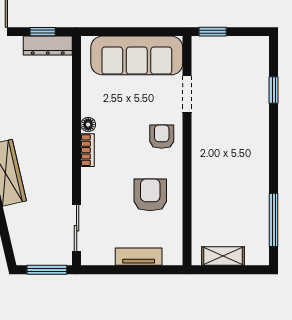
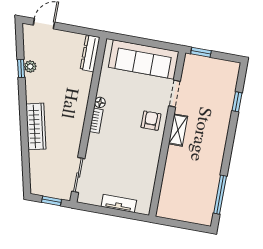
window: (43, 32) -> (79, 30), removed
dresser: (48, 46) -> (90, 53), moved, turned 90
armchair: (150, 195) -> (135, 161), removed
shelving: (223, 256) -> (178, 130), moved, turned 90
window: (47, 270) -> (52, 201), width x0.67

